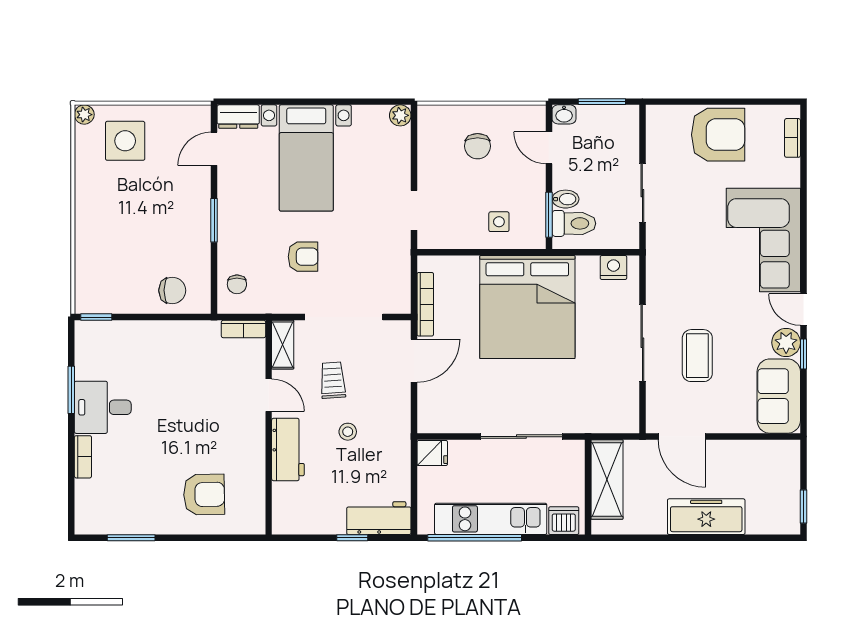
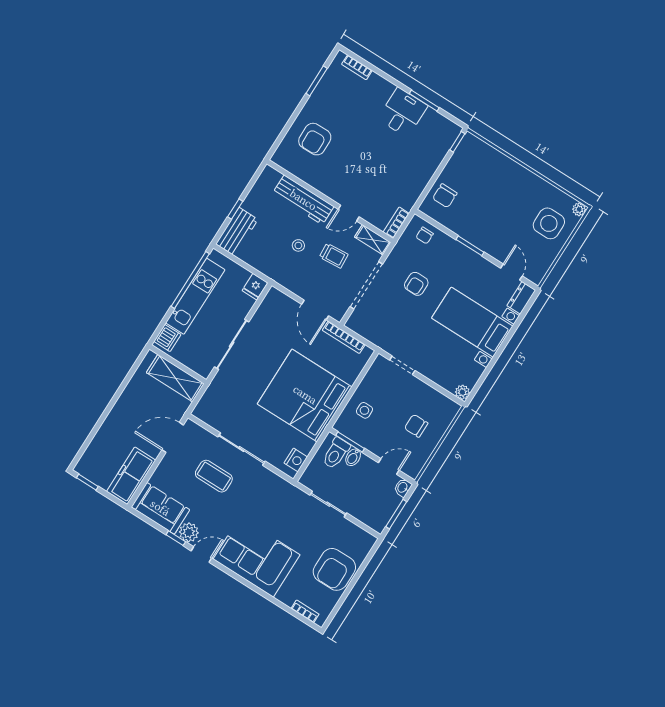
chair: (237, 284) -> (425, 235), turned -90
workbench: (288, 450) -> (303, 200), width x1.38
bookcase: (83, 457) -> (357, 67), moved
freezer: (706, 517) -> (131, 476), moved, turned 180

